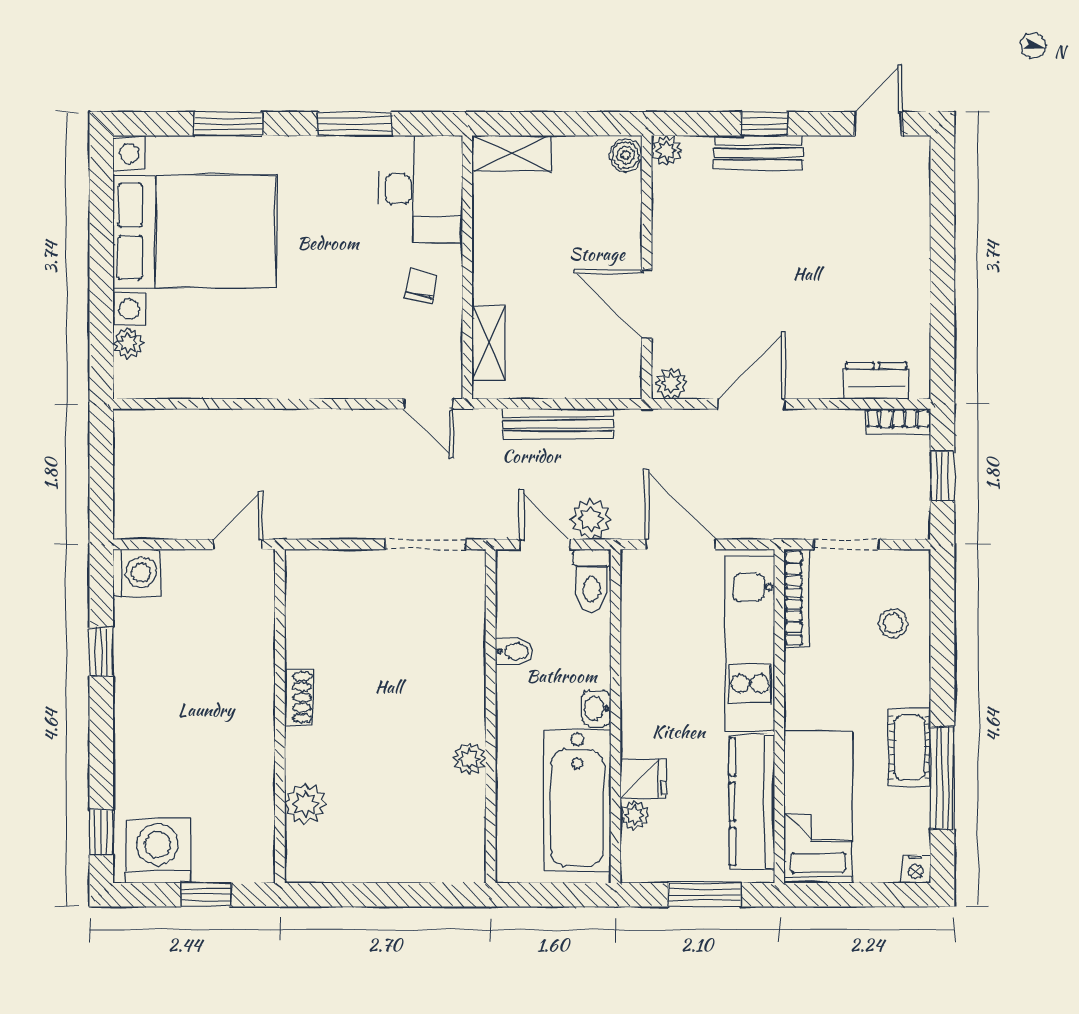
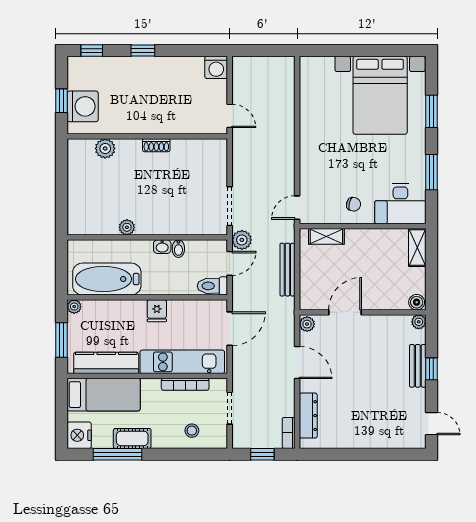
plant: (128, 343) -> (326, 63), removed
dresser: (876, 381) -> (308, 416), width x1.44
plant: (590, 519) -> (242, 240), moved
bookcase: (797, 598) -> (185, 384), moved
window: (101, 652) -> (143, 50), moved
washbasin: (596, 708) -> (162, 247), moved, turned 180
fridge: (643, 778) -> (157, 311), moved
plant: (635, 815) -> (74, 307), moved
washing machine: (158, 851) -> (83, 106), moved
nightstand: (916, 869) -> (79, 435), width x1.89, depth x1.79

